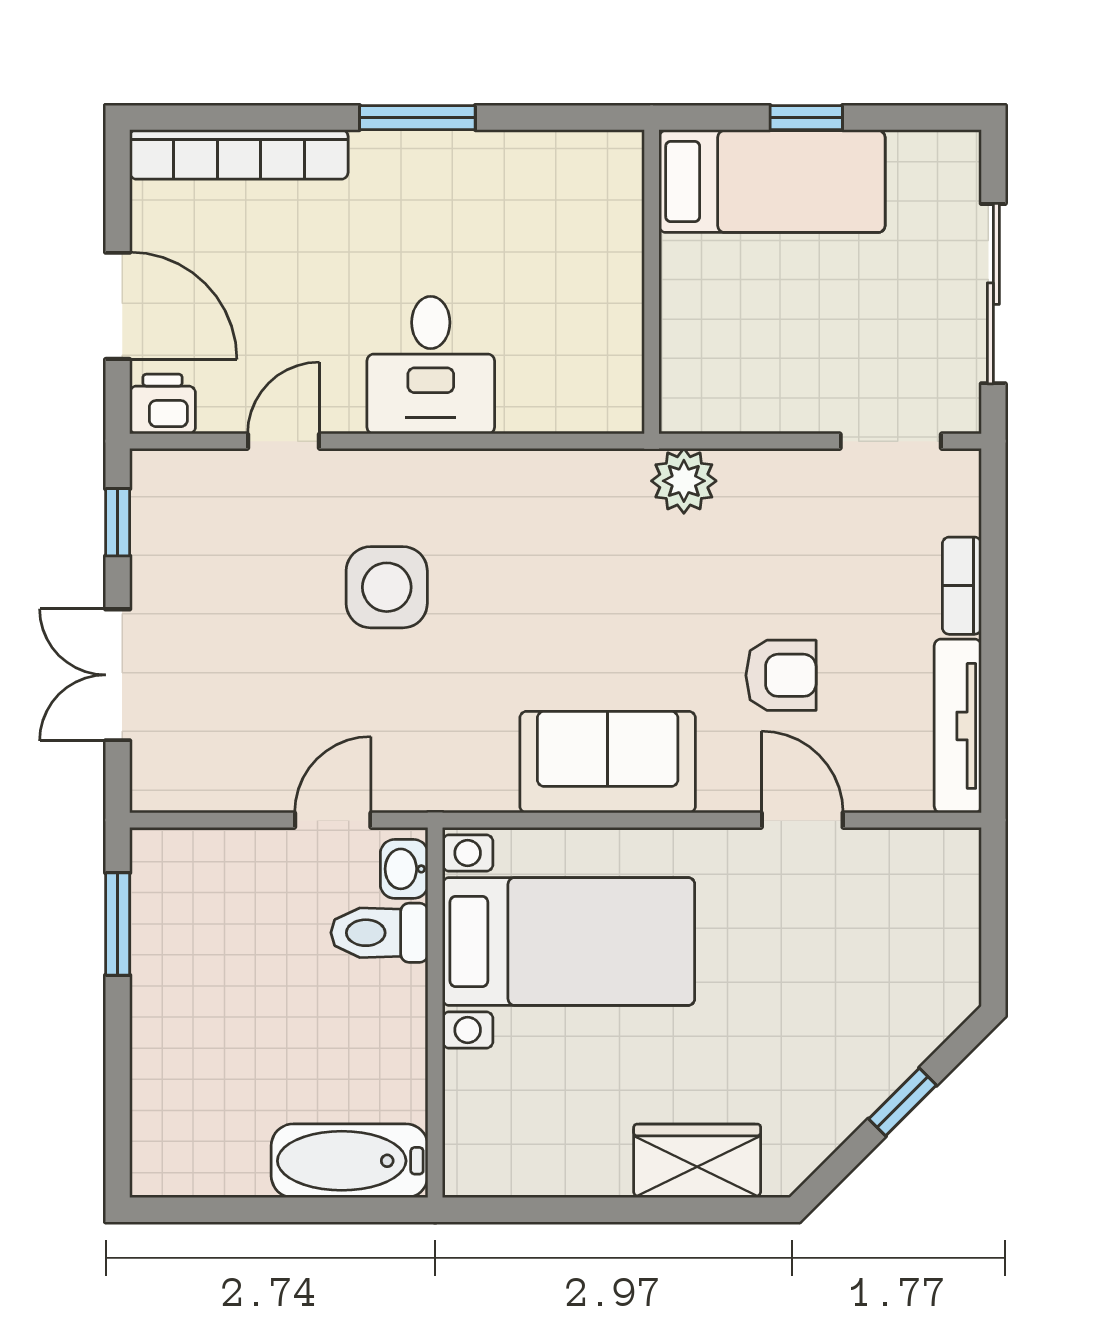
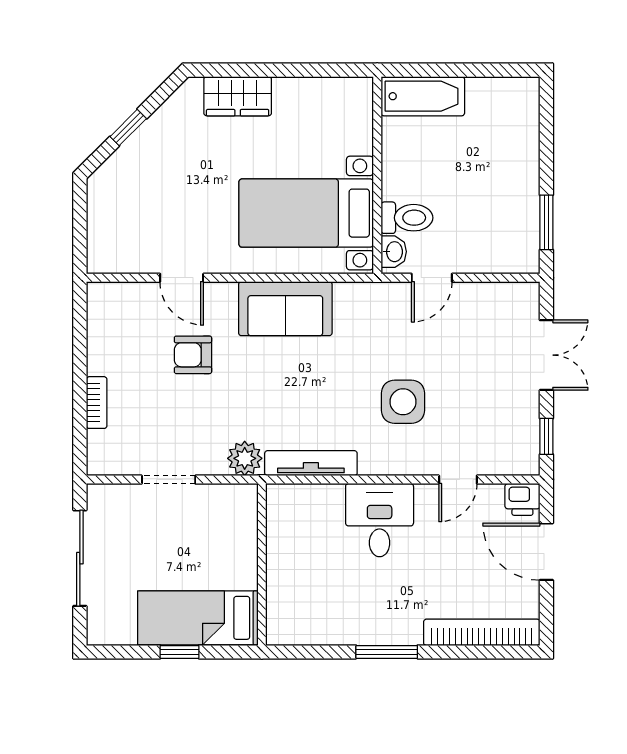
doorway: (891, 441) -> (169, 480), moved
tv unit: (958, 726) -> (311, 463), moved, turned -90

